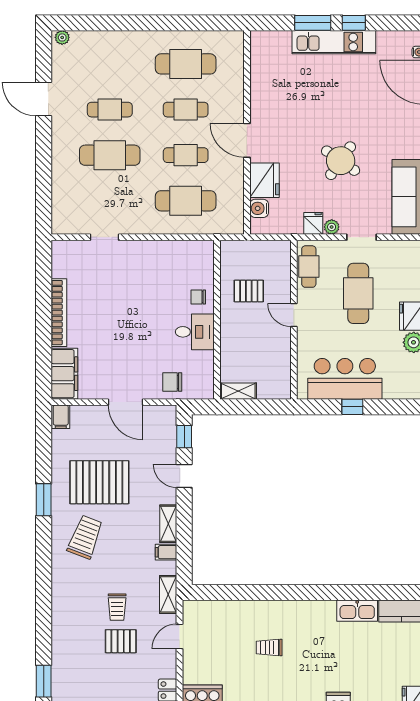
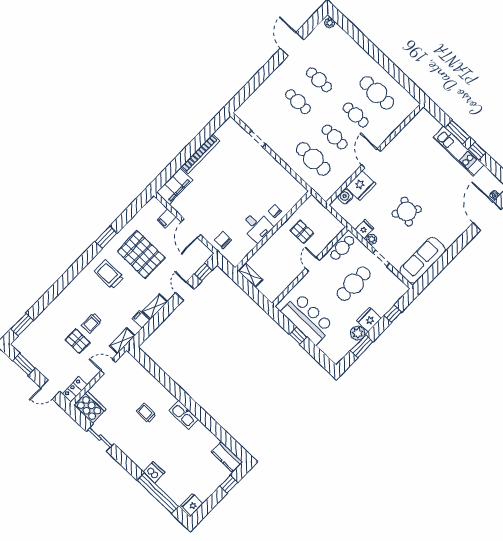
cafe table: (110, 155) -> (298, 102), width x0.73, depth x0.74
filing cabinet: (61, 417) -> (166, 218), moved
trolley: (85, 537) -> (109, 274), turned -111
kitchen sink: (357, 611) -> (184, 415), moved

